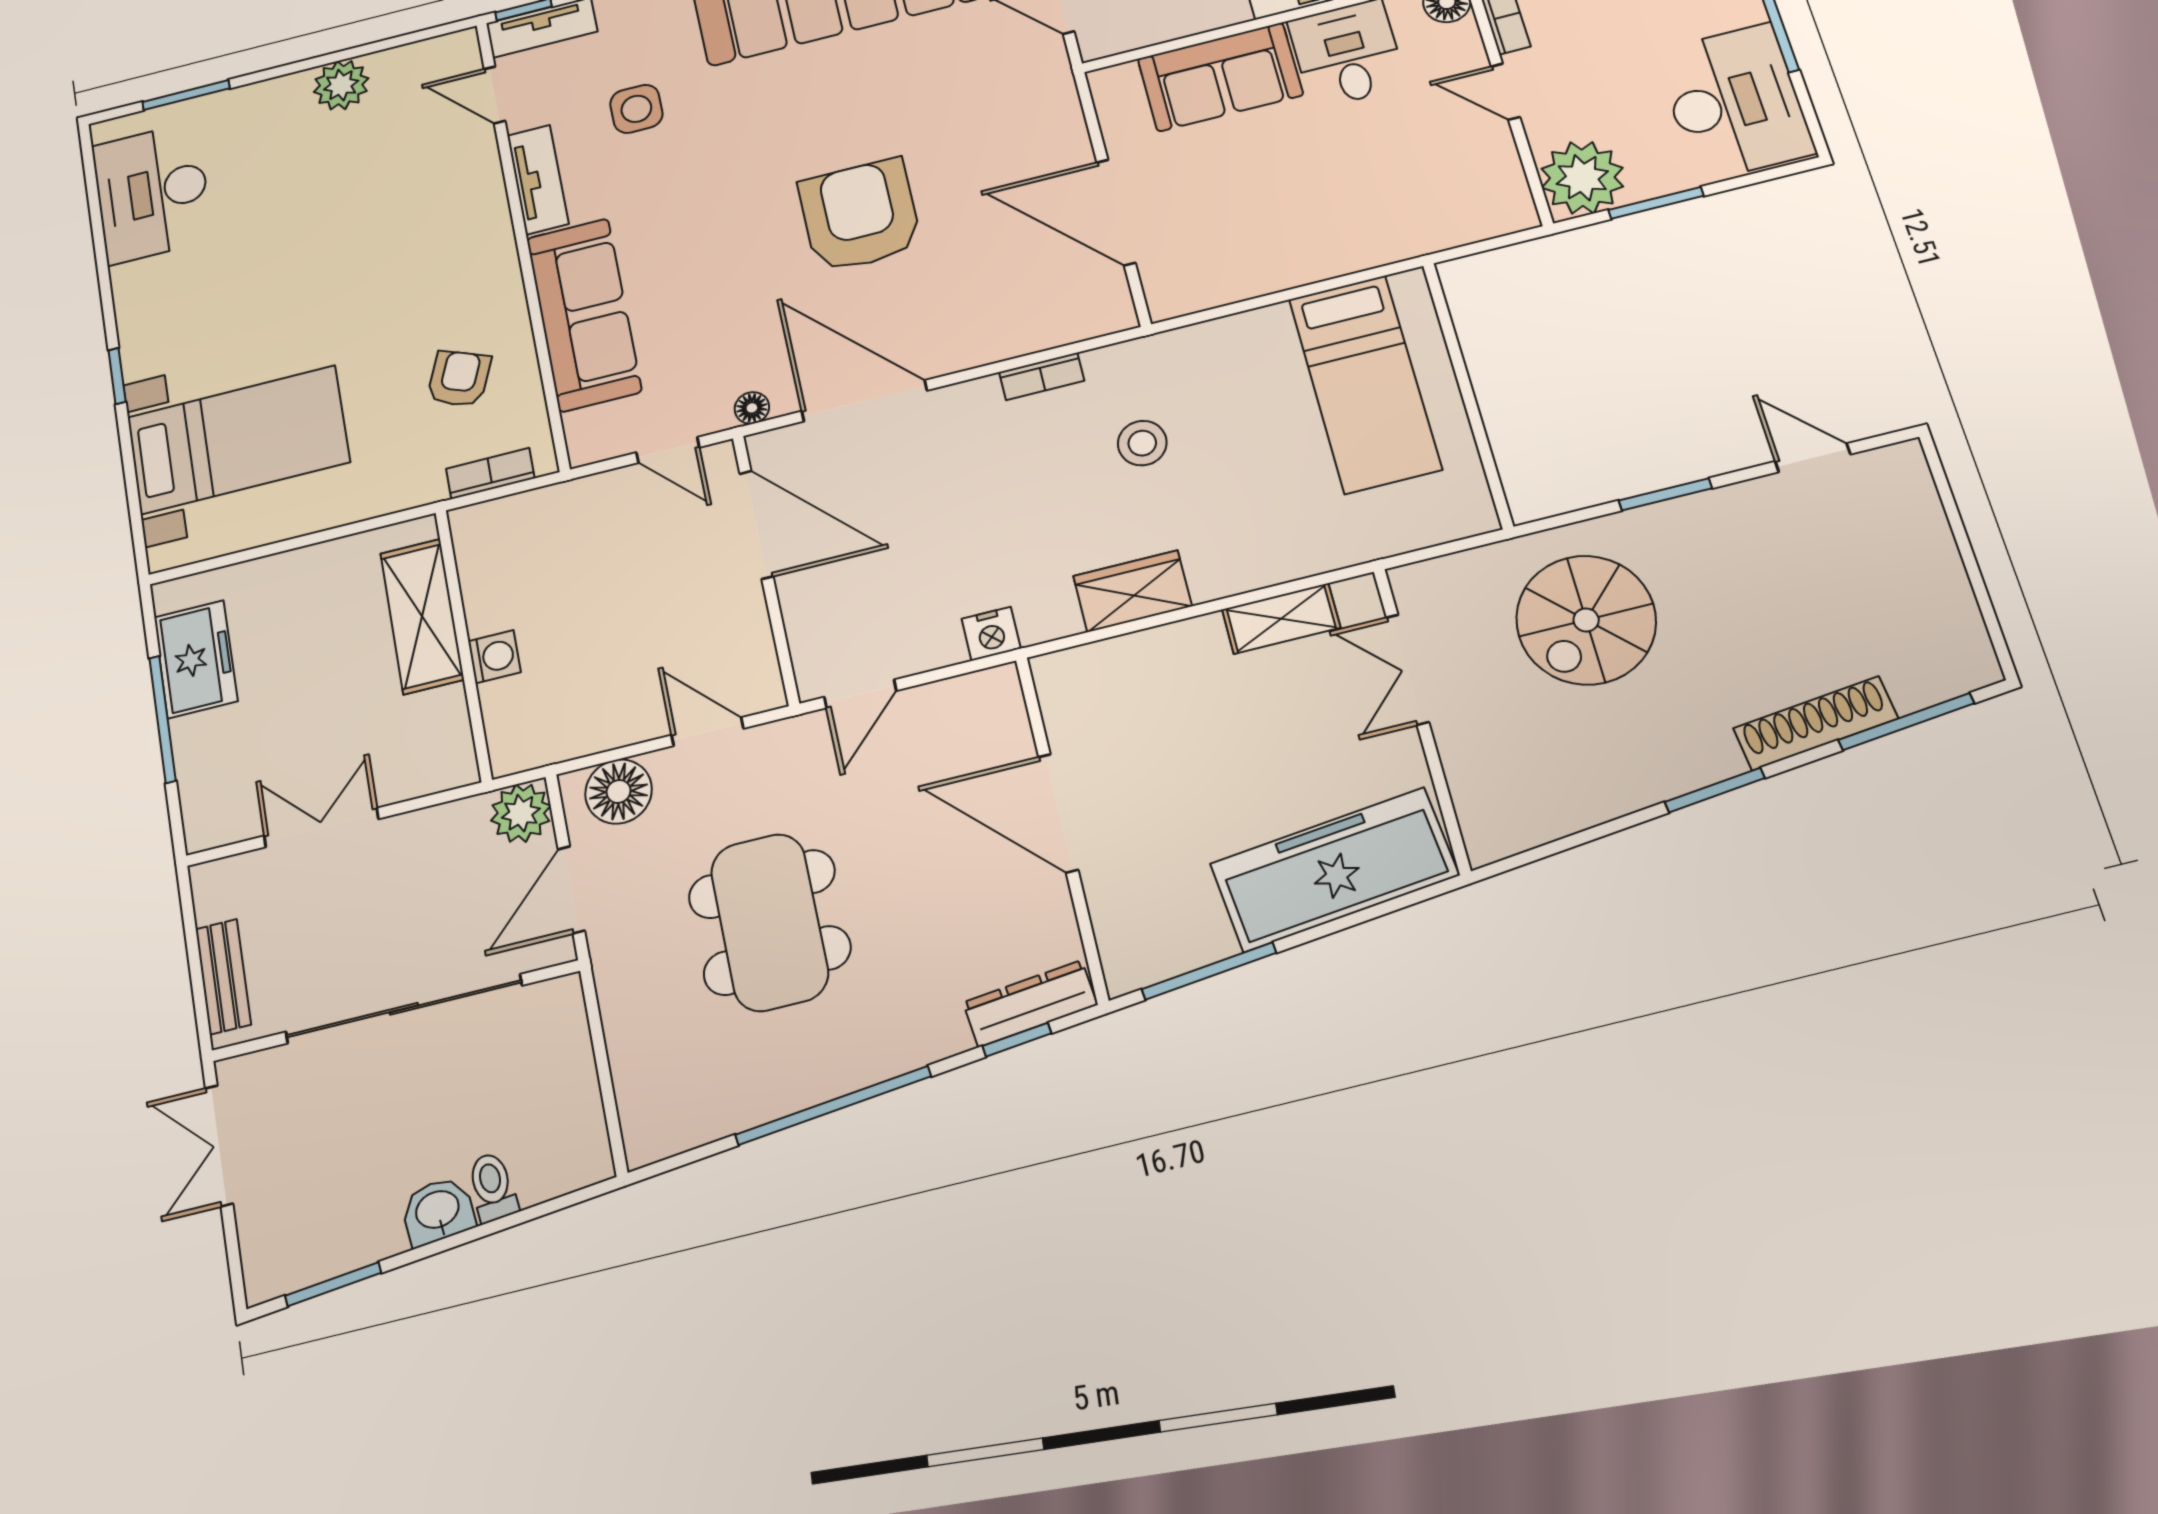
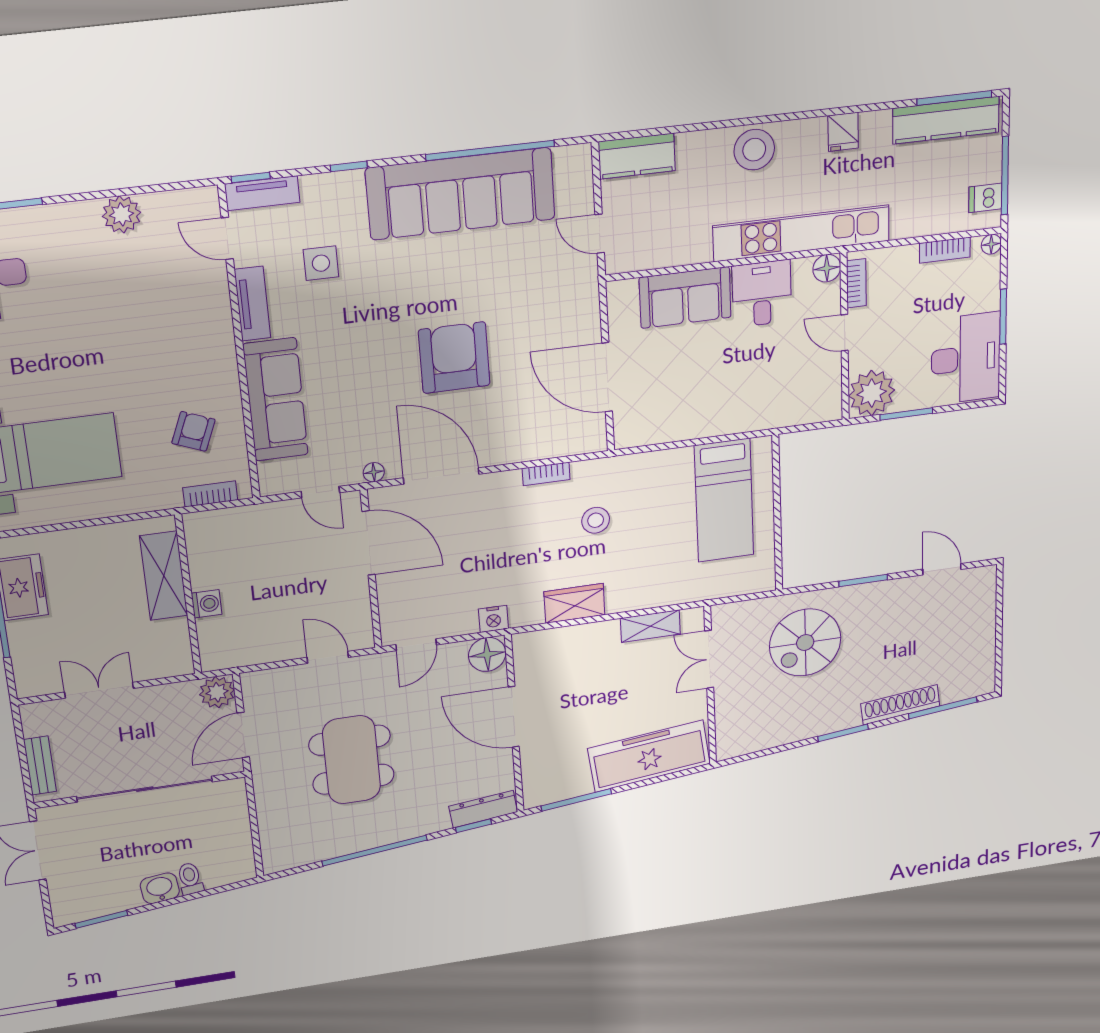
floor lamp: (619, 791) -> (487, 654), moved

